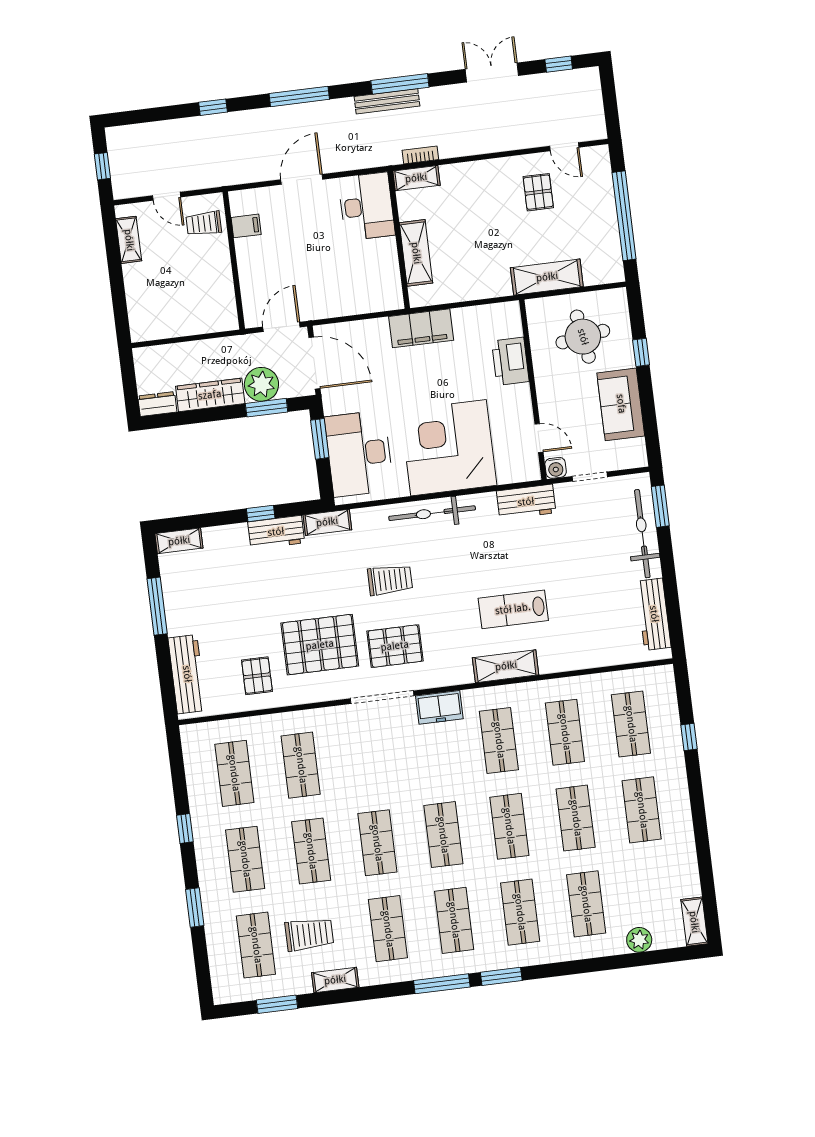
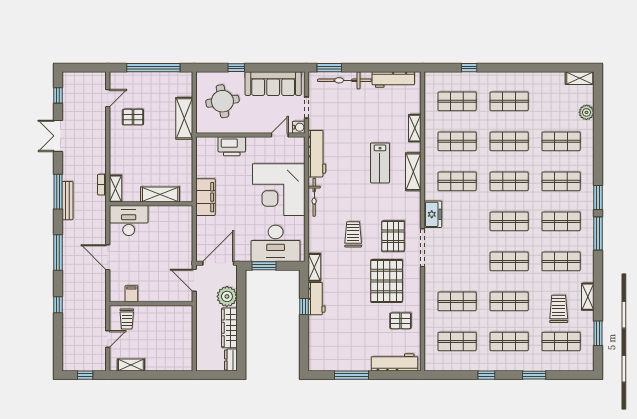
sofa: (621, 404) -> (273, 84), width x1.36
window: (267, 408) -> (241, 295), removed
workbench: (526, 502) -> (317, 154), width x1.38
bicycle: (432, 513) -> (314, 197), width x0.73, depth x0.71
shelving: (179, 541) -> (415, 128), moved

